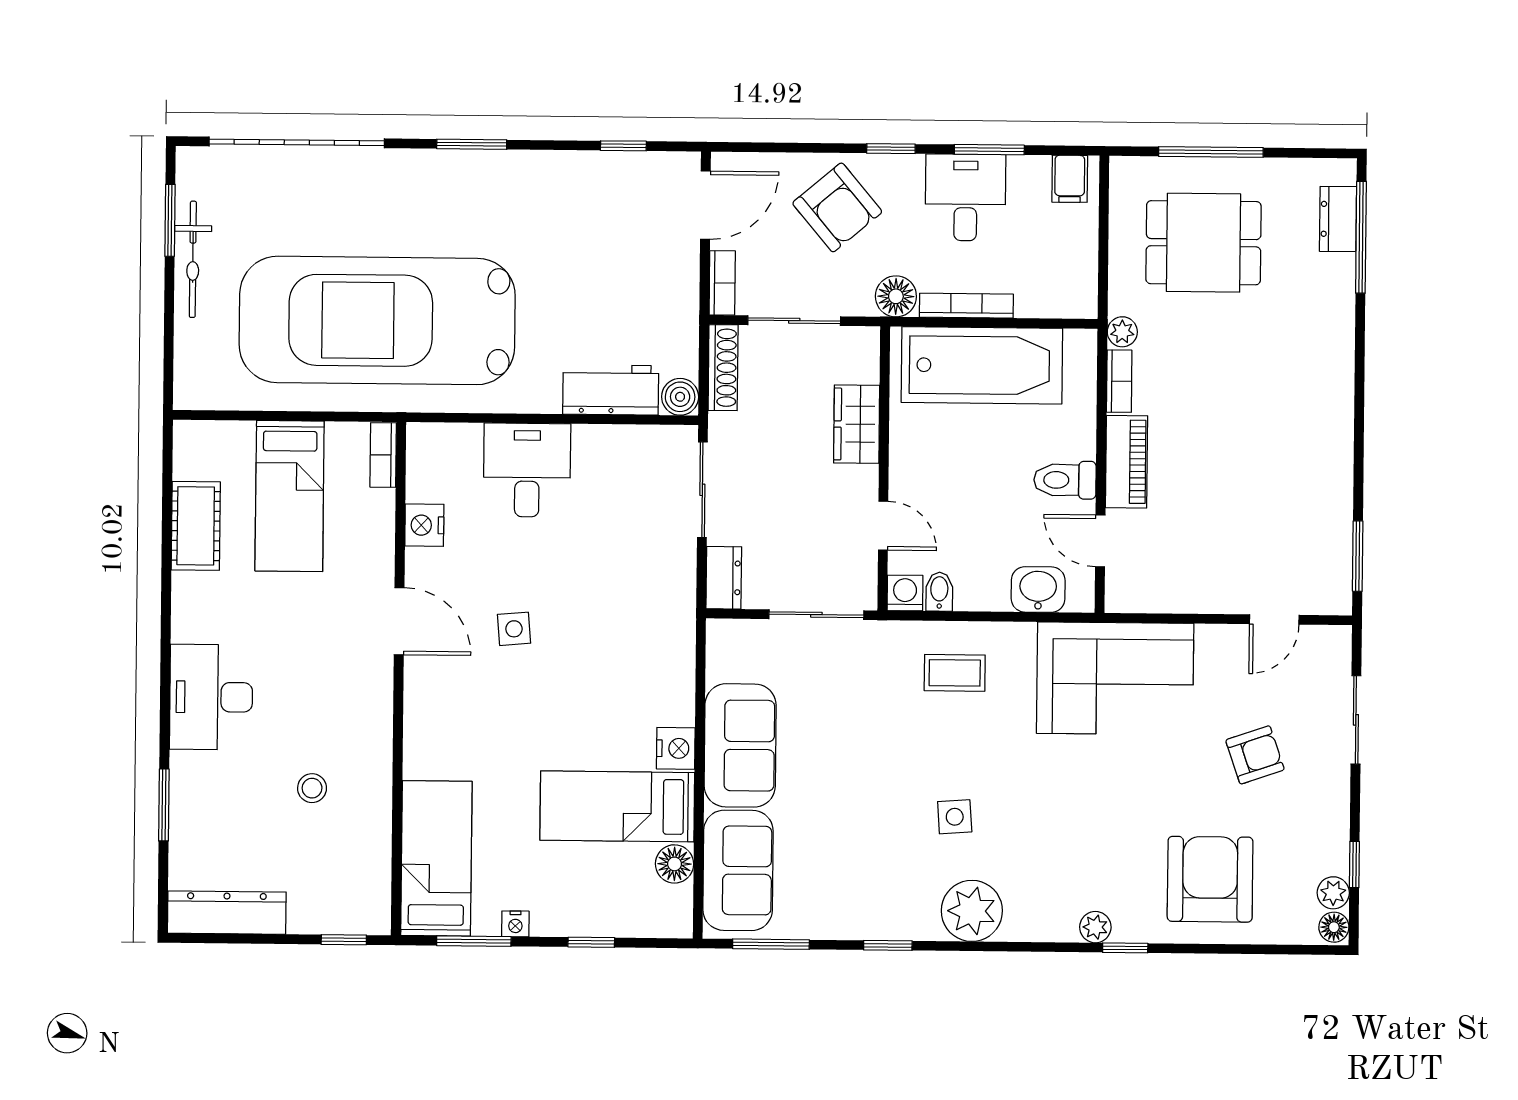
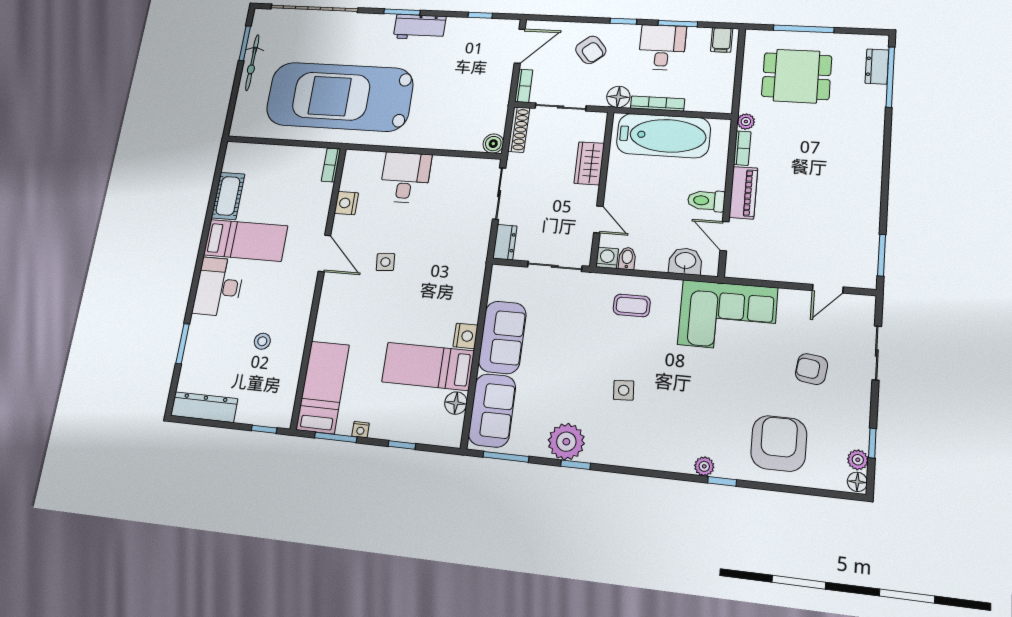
armchair: (837, 207) -> (591, 50), width x0.72, depth x0.72
workbench: (611, 390) -> (420, 27), moved, turned 180
bed: (290, 496) -> (246, 240), moved, turned -90
armchair: (1255, 755) -> (812, 369), turned -153
plant: (972, 911) -> (566, 442), moved

